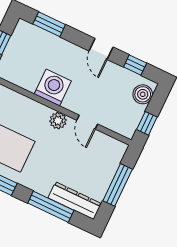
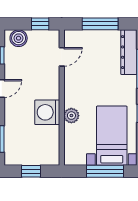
plant: (58, 121) -> (71, 116), moved
door: (87, 122) -> (62, 57), moved

